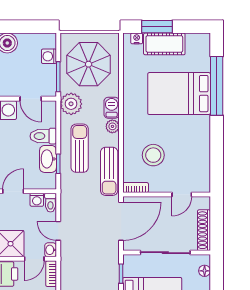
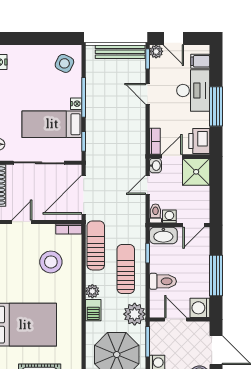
sun lounger: (80, 148) -> (126, 269), turned 180
washbasin: (48, 159) -> (163, 236), moved, turned 90
door: (58, 231) -> (148, 185), swing flipped

